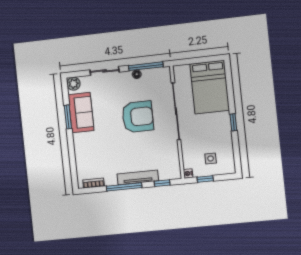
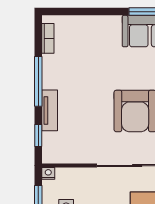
tv unit: (138, 177) -> (50, 110), width x0.71

